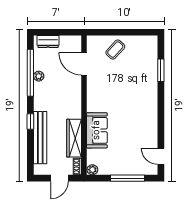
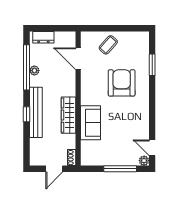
armchair: (129, 89) -> (122, 83), added
bench: (40, 138) -> (36, 112), moved
wardrobe: (74, 138) -> (69, 115), moved
plant: (92, 170) -> (144, 161), moved

